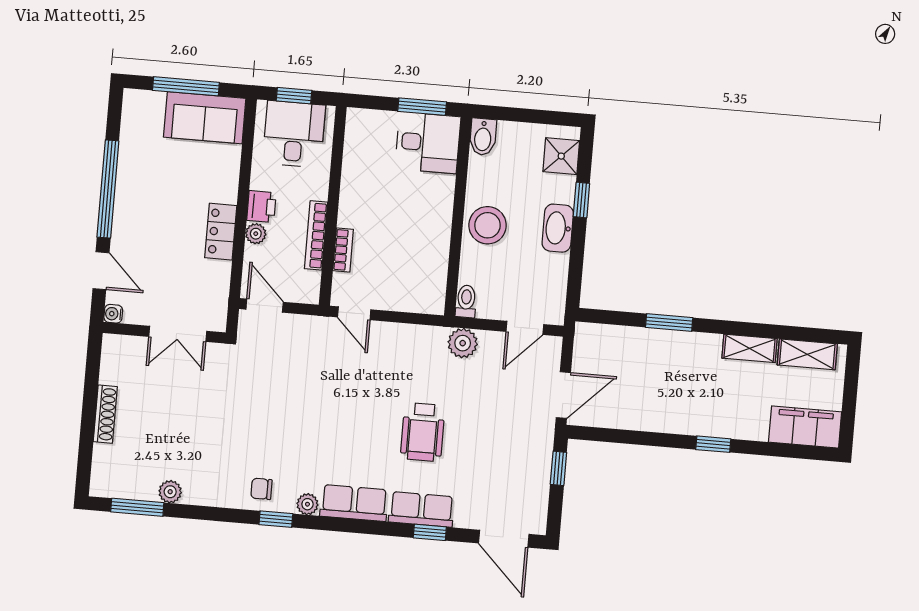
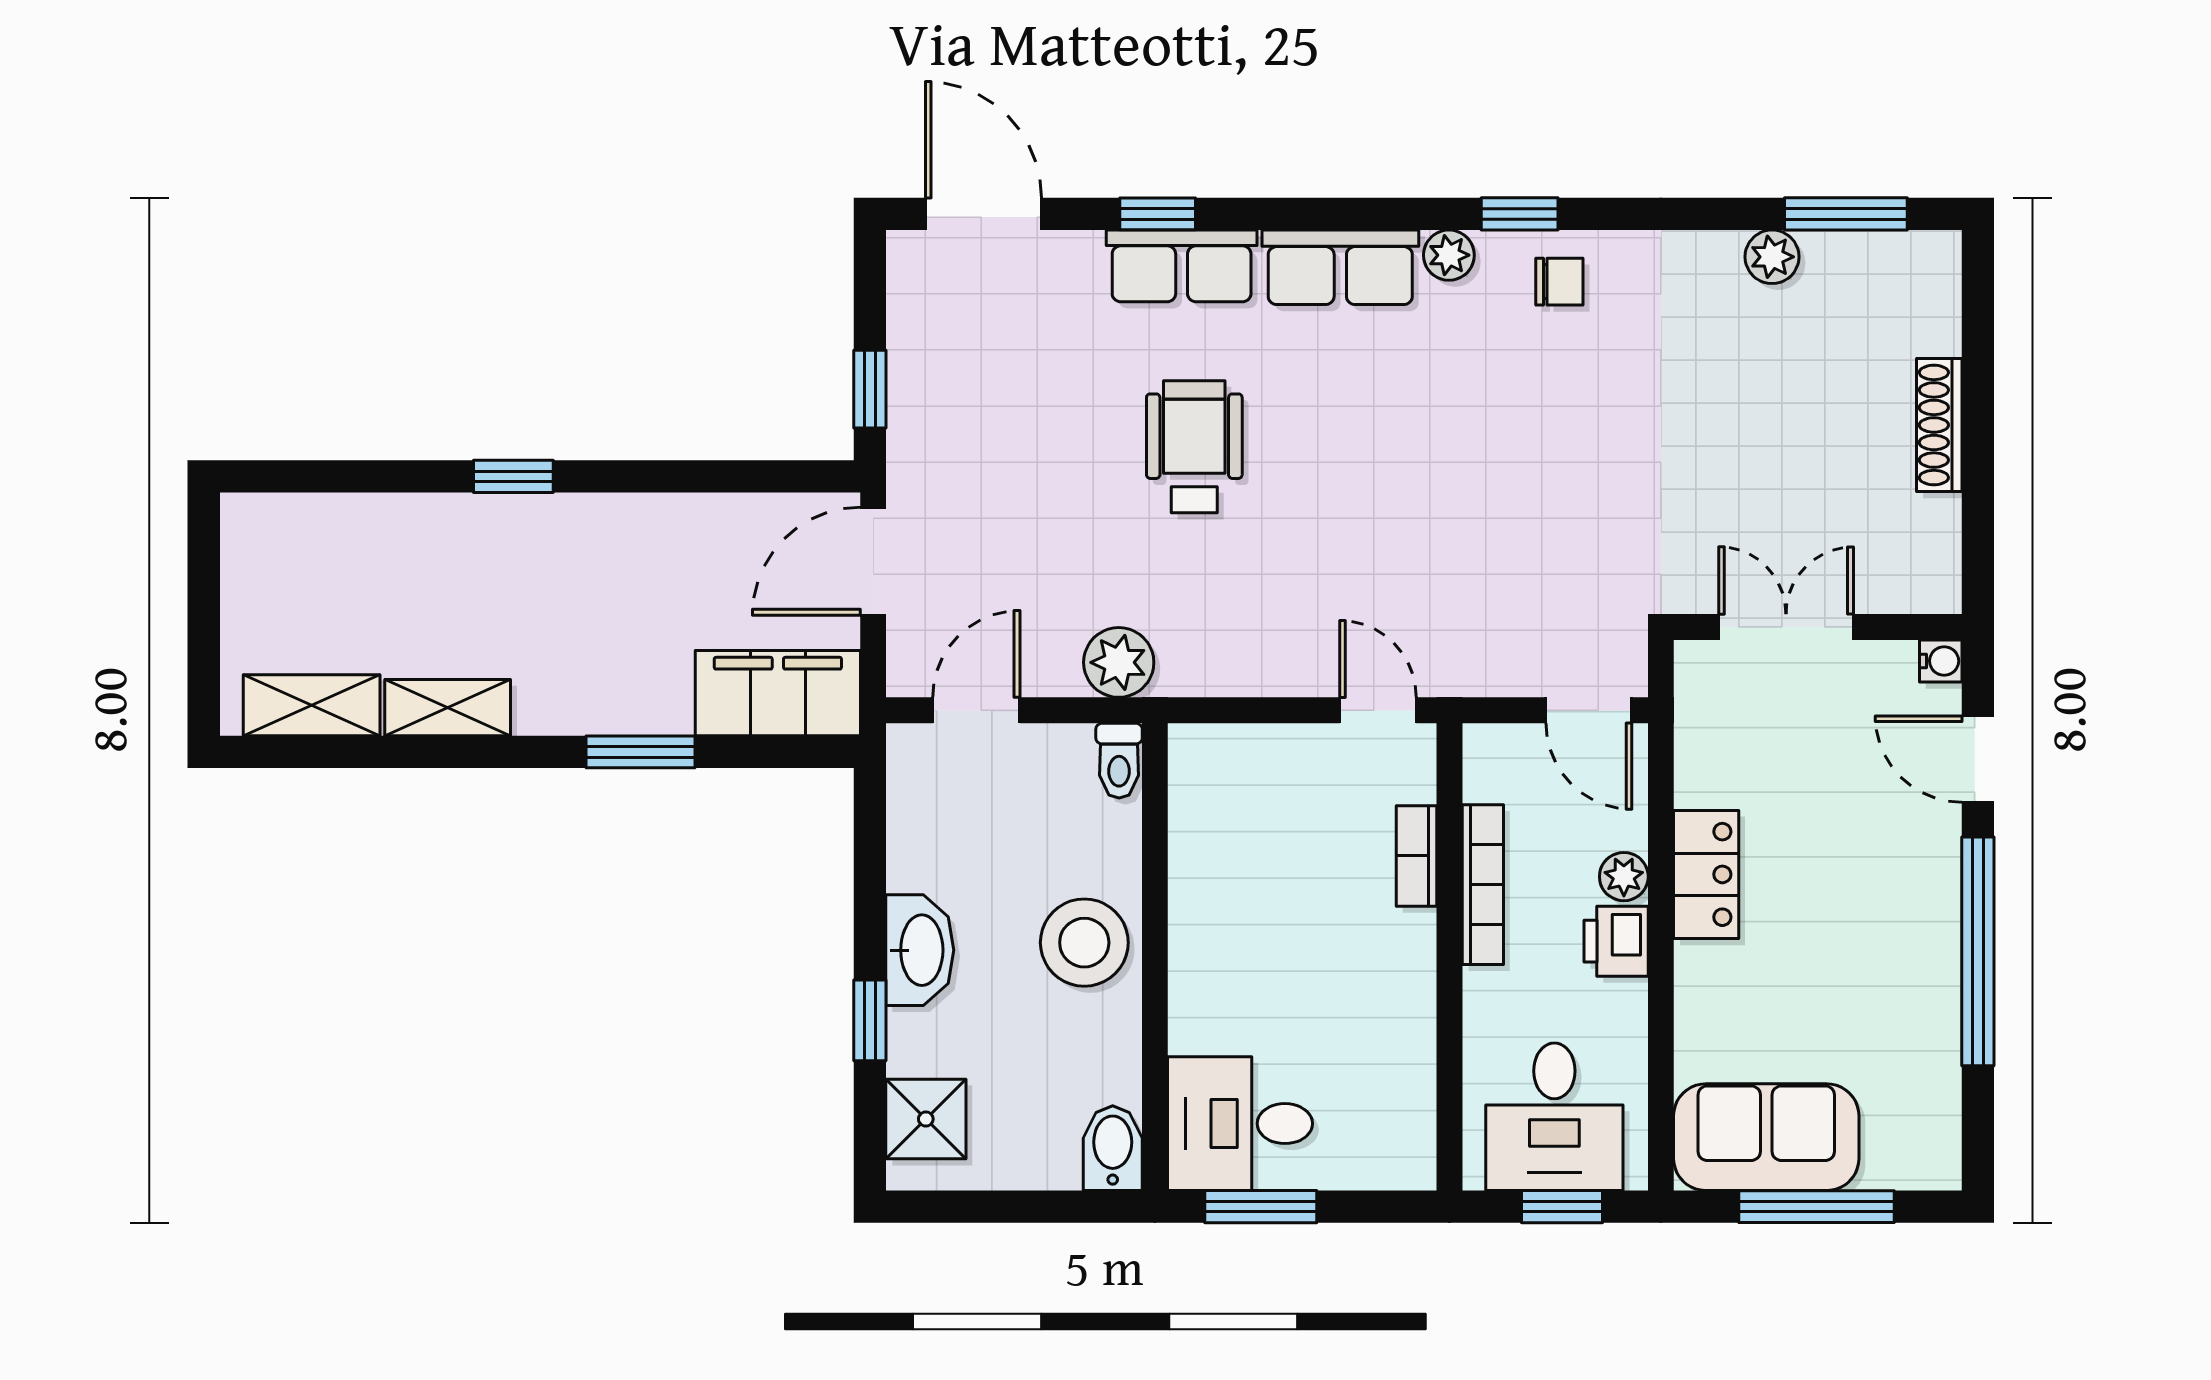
filing cabinet: (805, 427) -> (778, 693), moved, turned 180

